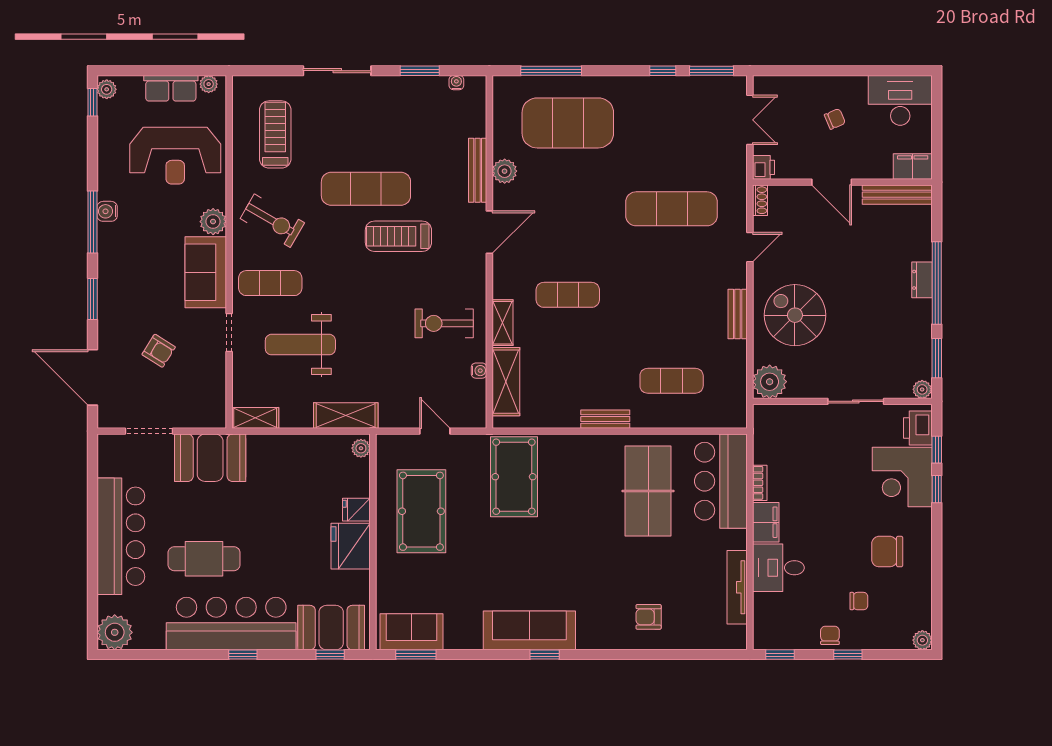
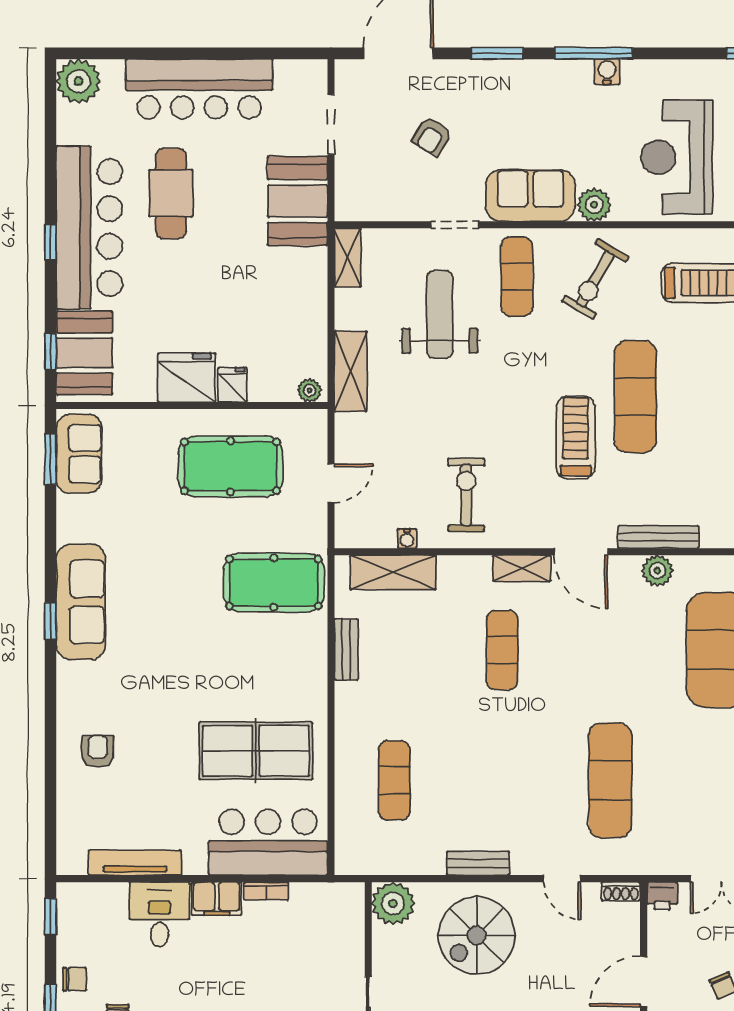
spiral stairs: (795, 315) -> (477, 935), turned 180
shelving: (503, 323) -> (522, 568), moved
bench: (605, 419) -> (346, 649), moved

